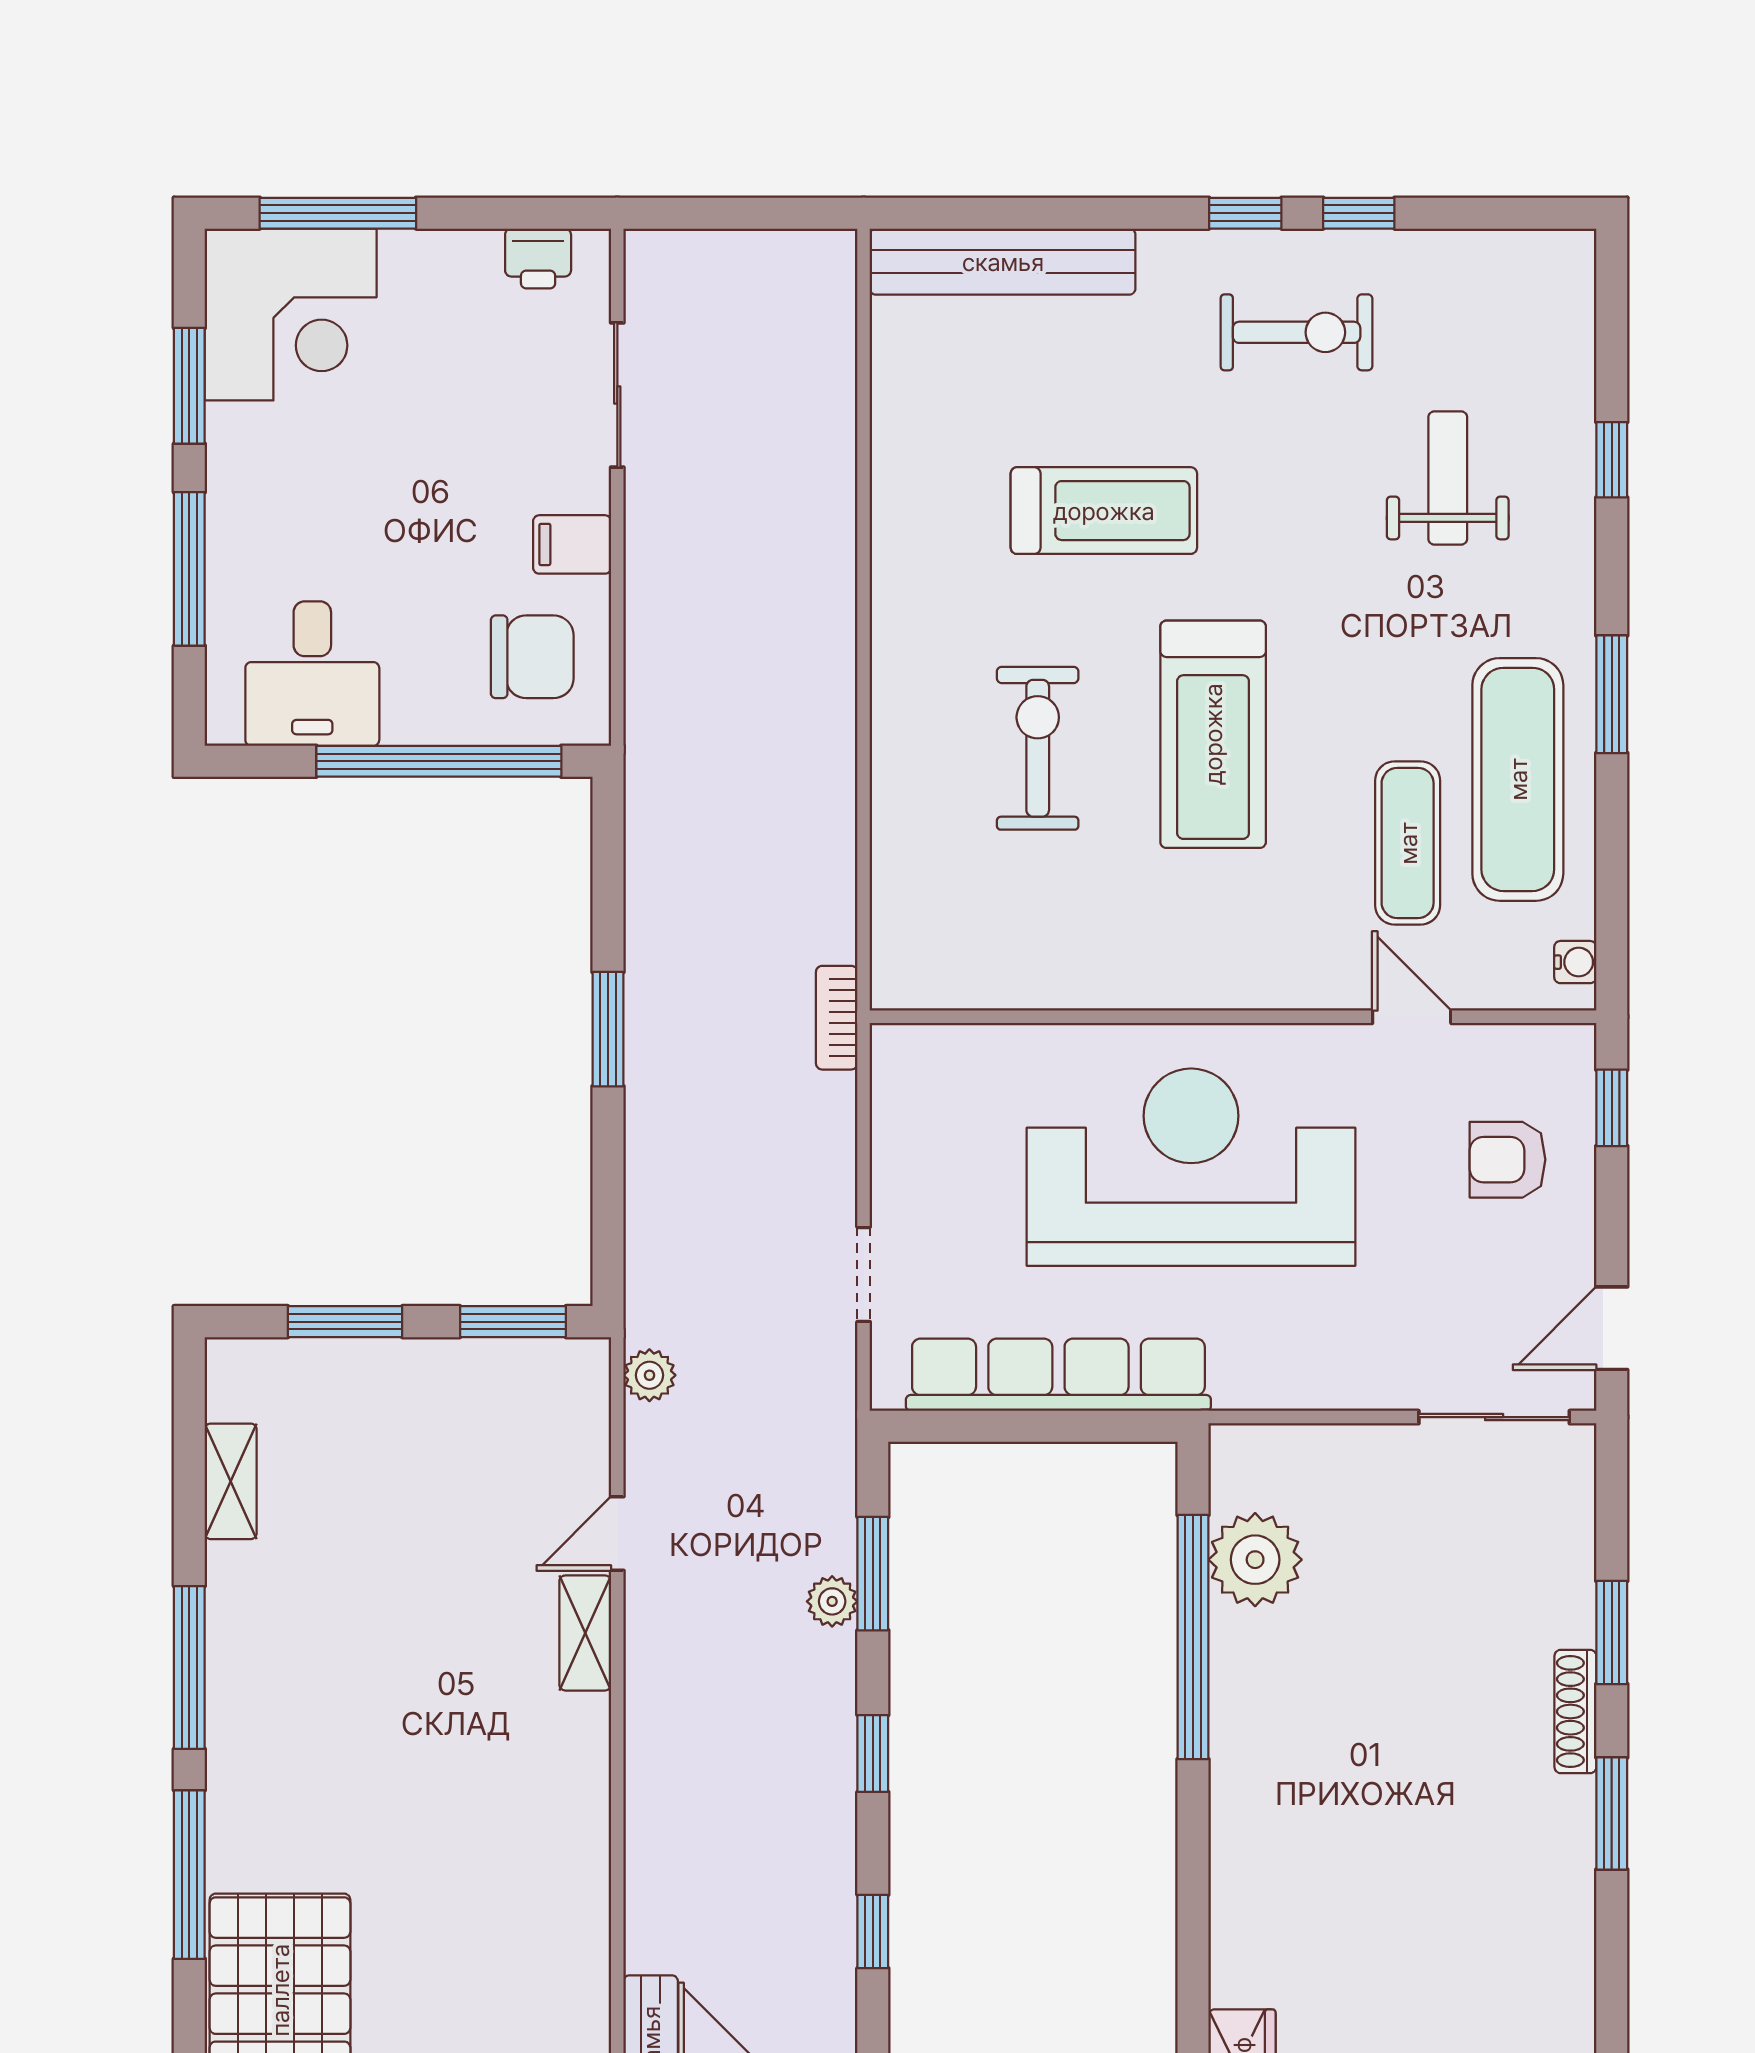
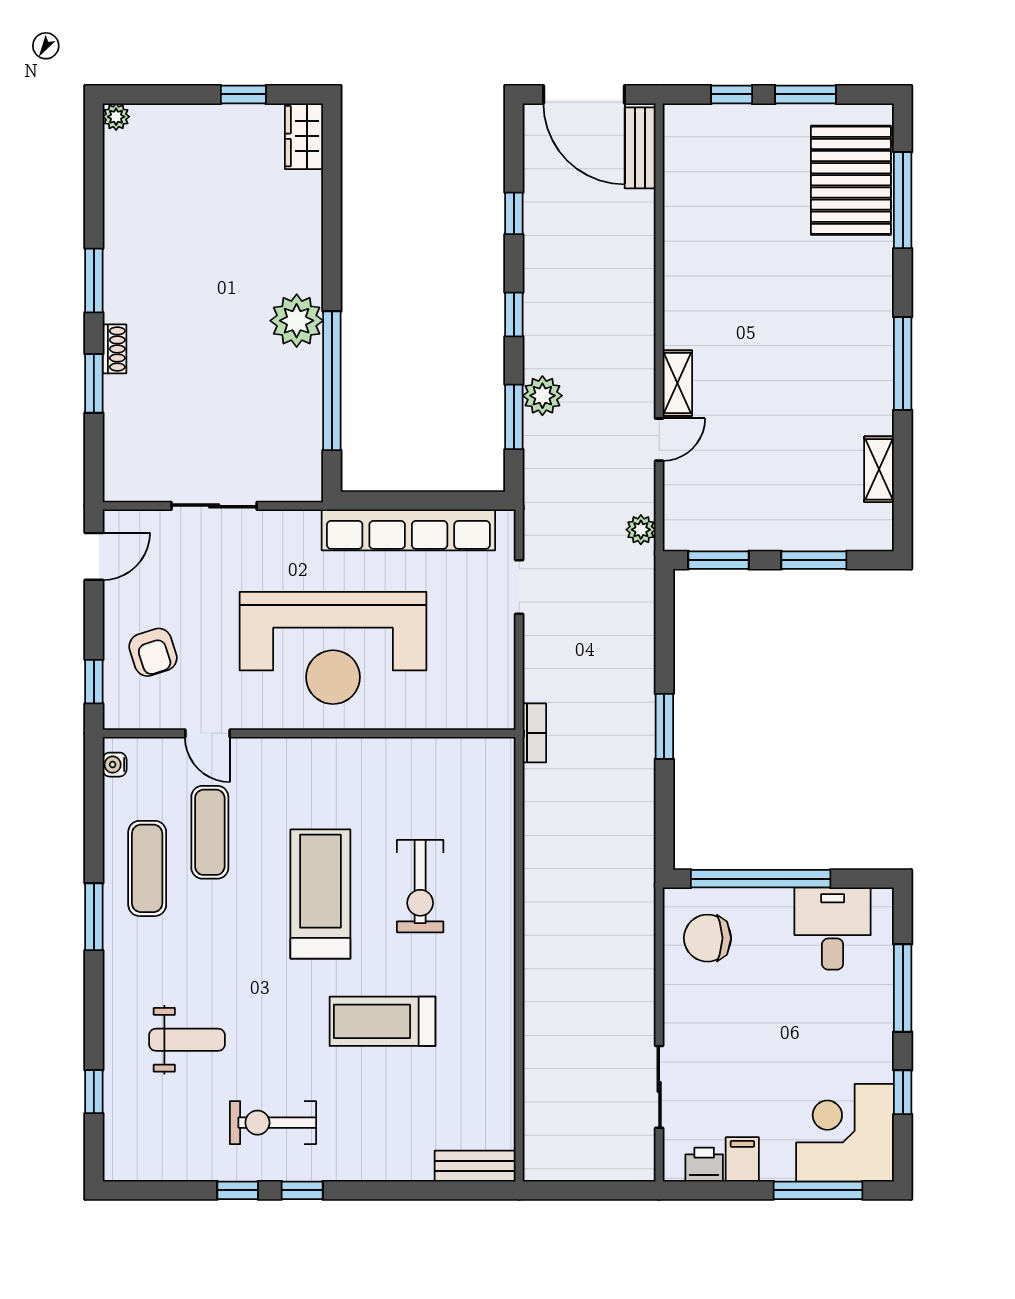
bench: (1003, 262) -> (475, 1166), width x0.54, depth x0.82
window: (189, 386) -> (903, 1092), width x0.67
window: (1612, 460) -> (94, 1092), moved
weight bench: (1448, 478) -> (187, 1040), turned -90
filing cabinet: (572, 544) -> (742, 1159), moved, turned -90
exercise mat: (1518, 779) -> (147, 868), width x0.73, depth x0.69
armchair: (1508, 1160) -> (153, 652), turned 72
sliding door: (1494, 1417) -> (214, 506), moved
plant: (1255, 1560) -> (297, 321), moved
plant: (832, 1601) -> (542, 396), width x1.38, depth x1.38
shoe rack: (1575, 1712) -> (114, 349), width x0.70
window: (189, 1875) -> (903, 200), moved

